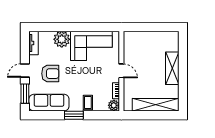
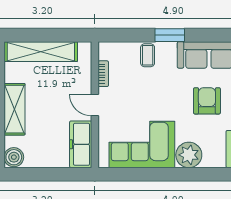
boiler: (173, 38) -> (14, 157), added
freezer: (130, 46) -> (81, 144), added
armchair: (50, 74) -> (207, 101), turned 90
plant: (114, 105) -> (107, 51), removed

